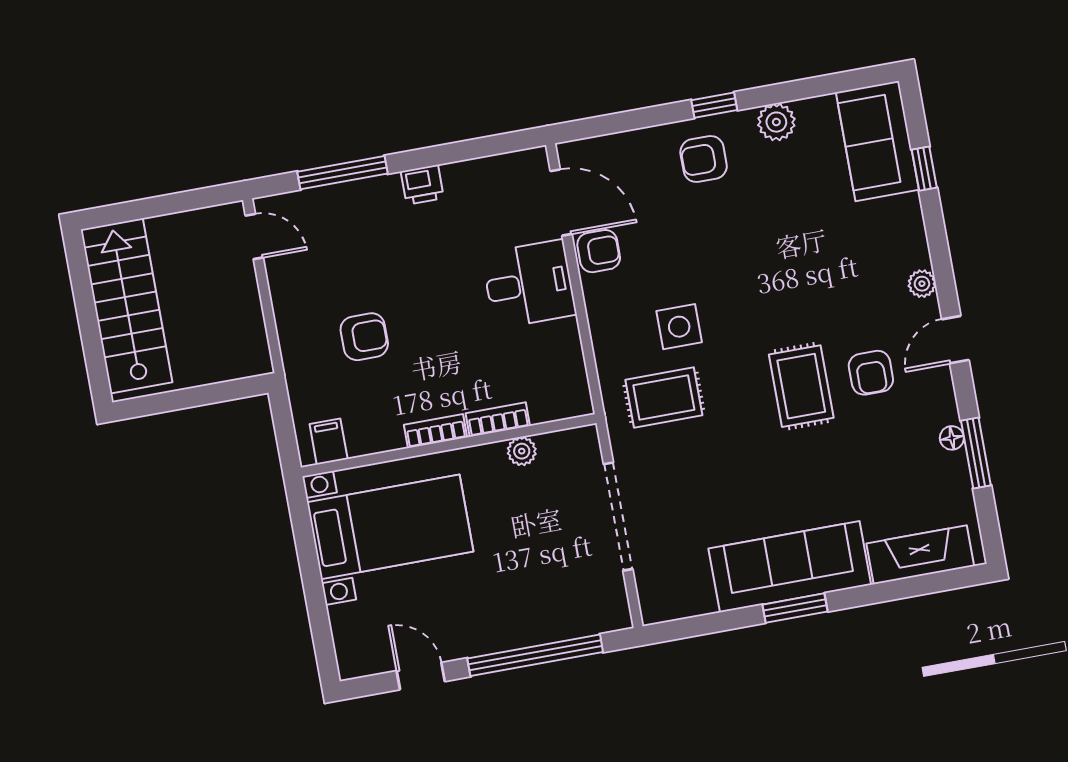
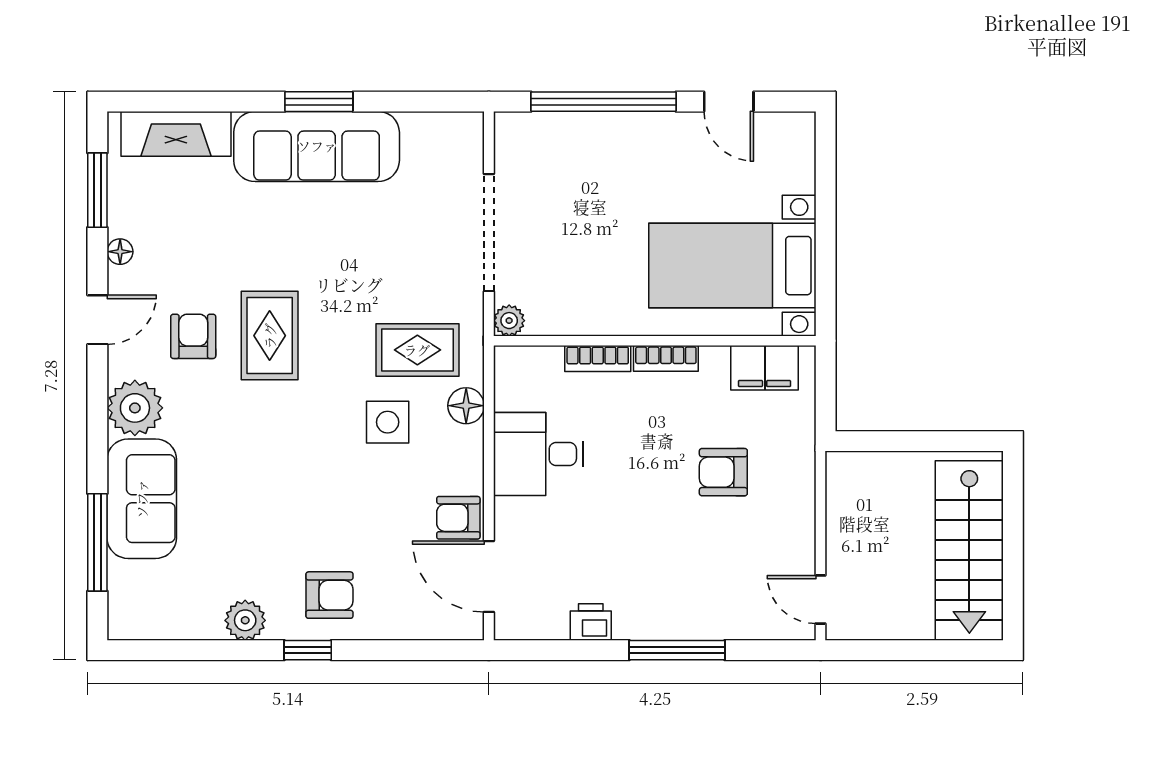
sofa: (877, 141) -> (142, 499), moved
window: (924, 169) -> (97, 542), width x2.17
window: (342, 173) -> (677, 650), moved
printer: (422, 185) -> (591, 622), moved
desk: (529, 284) -> (538, 454), moved
plant: (922, 284) -> (135, 408), width x1.88, depth x1.88
door: (955, 340) -> (97, 320), moved
floor lamp: (610, 355) -> (466, 406), added
filing cabinet: (329, 442) -> (765, 368), width x2.00
plant: (522, 451) -> (509, 321), moved
window: (976, 453) -> (97, 190), moved

